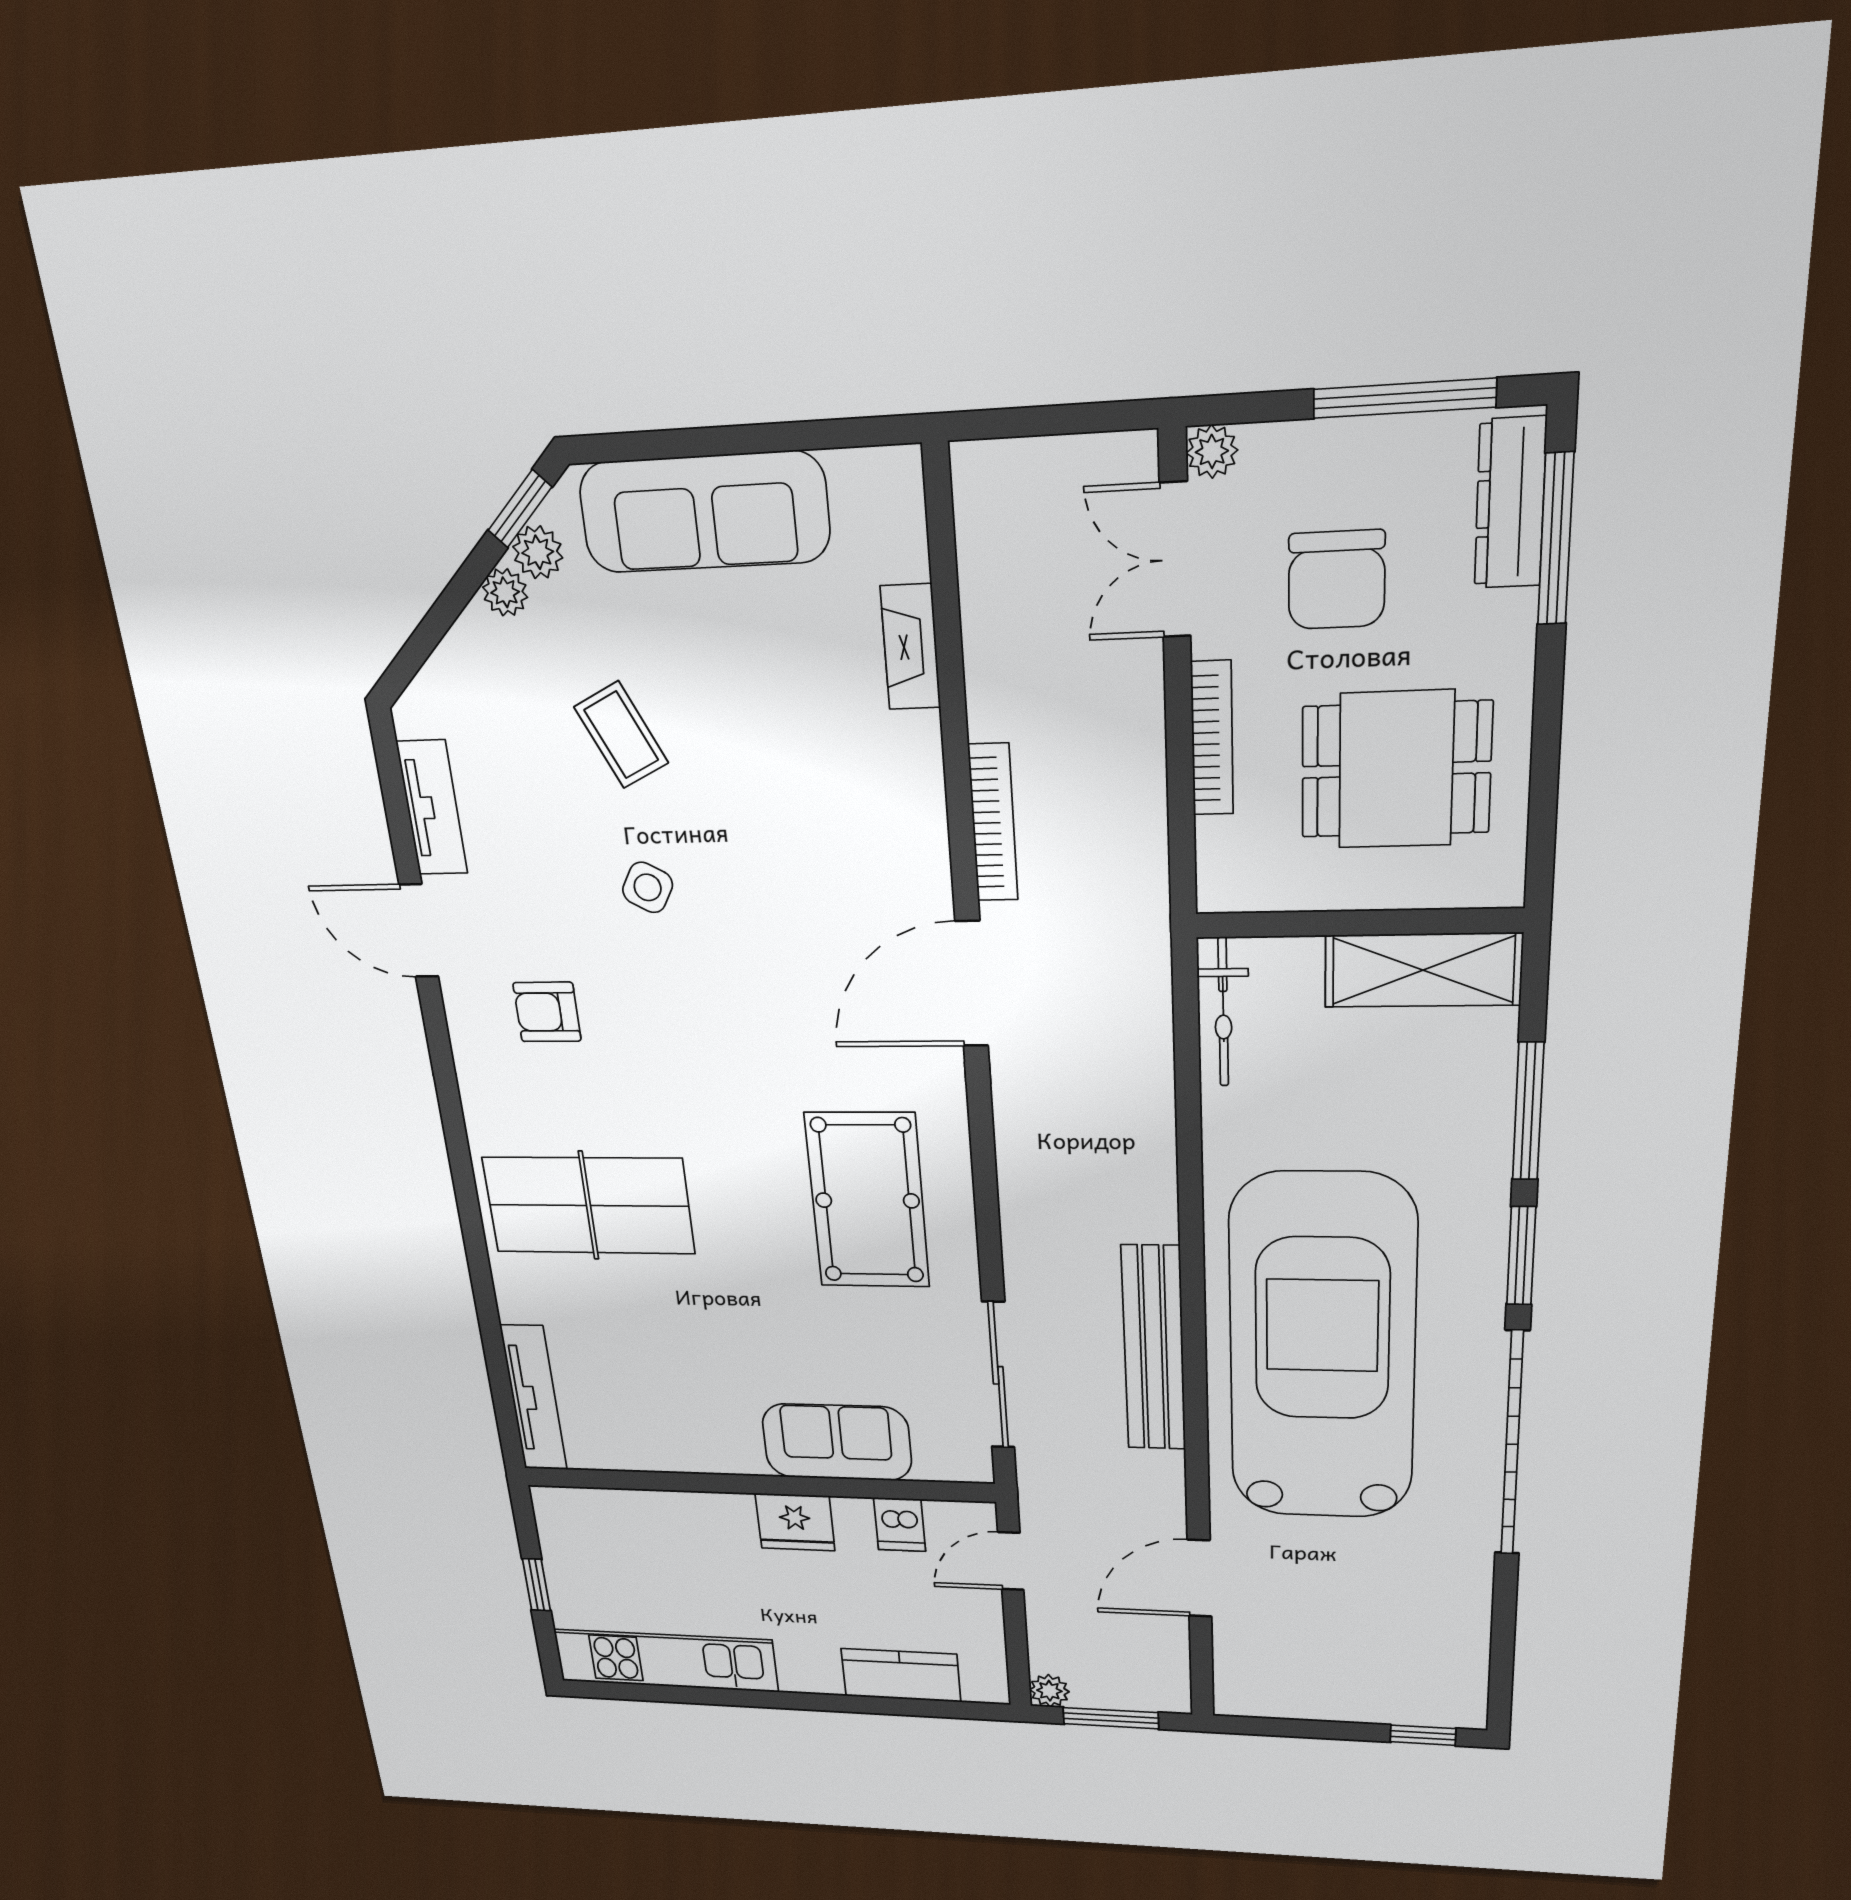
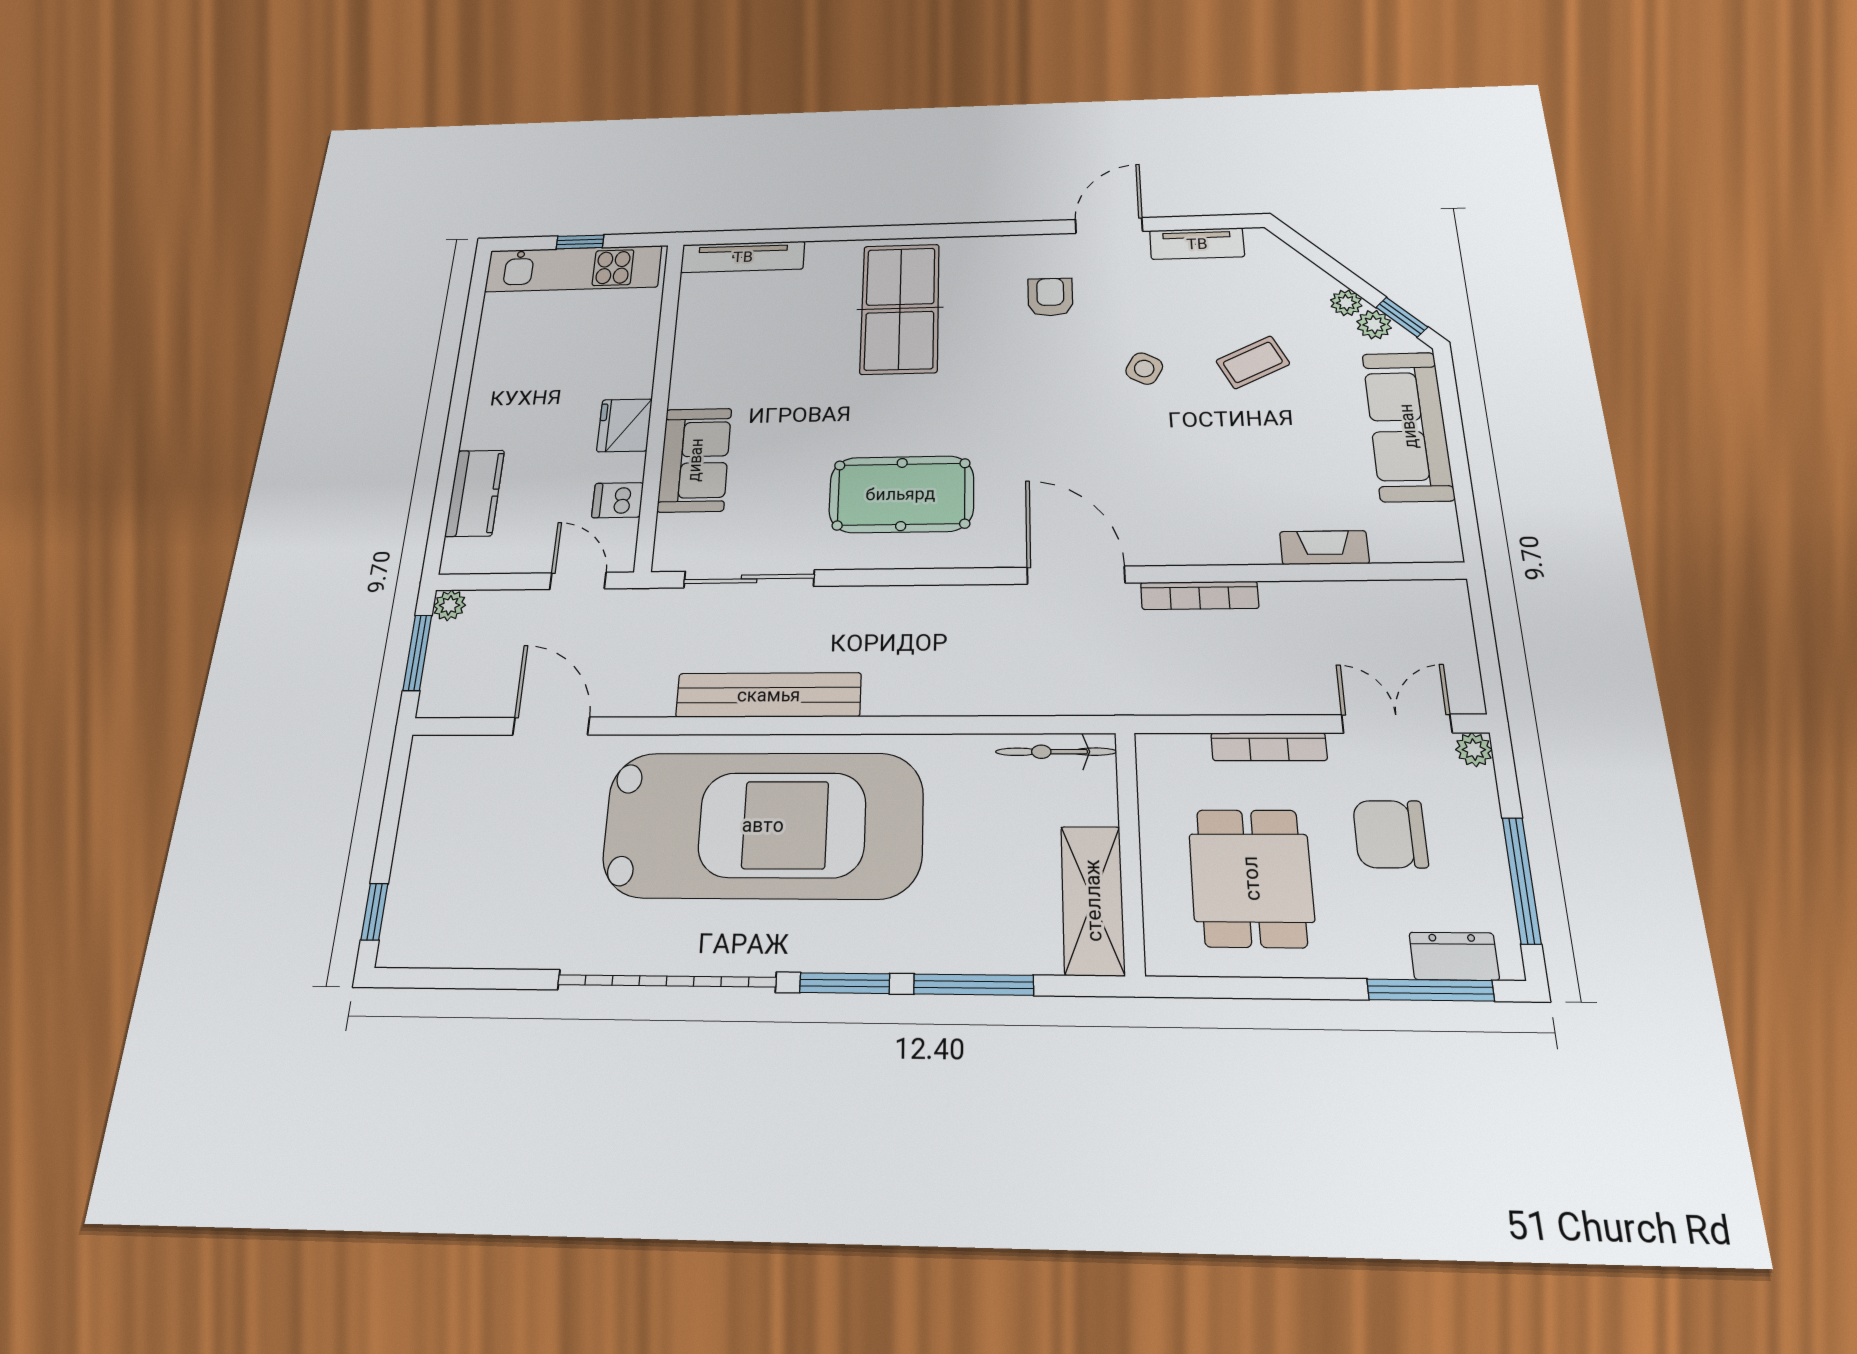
dresser: (1510, 503) -> (1454, 956), width x0.70
kitchen unit: (666, 1660) -> (573, 269), moved, turned 90

